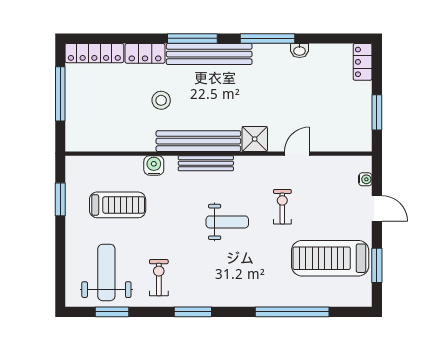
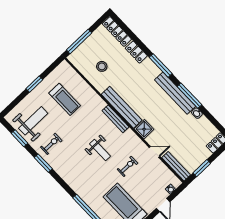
bench: (209, 54) -> (175, 93), moved
window: (60, 94) -> (79, 41), moved
stool: (161, 100) -> (102, 66), moved
bench: (343, 143) -> (176, 166), added
water cooler: (154, 165) -> (95, 99), removed
window: (60, 199) -> (34, 84), moved
window: (193, 312) -> (43, 163), moved

